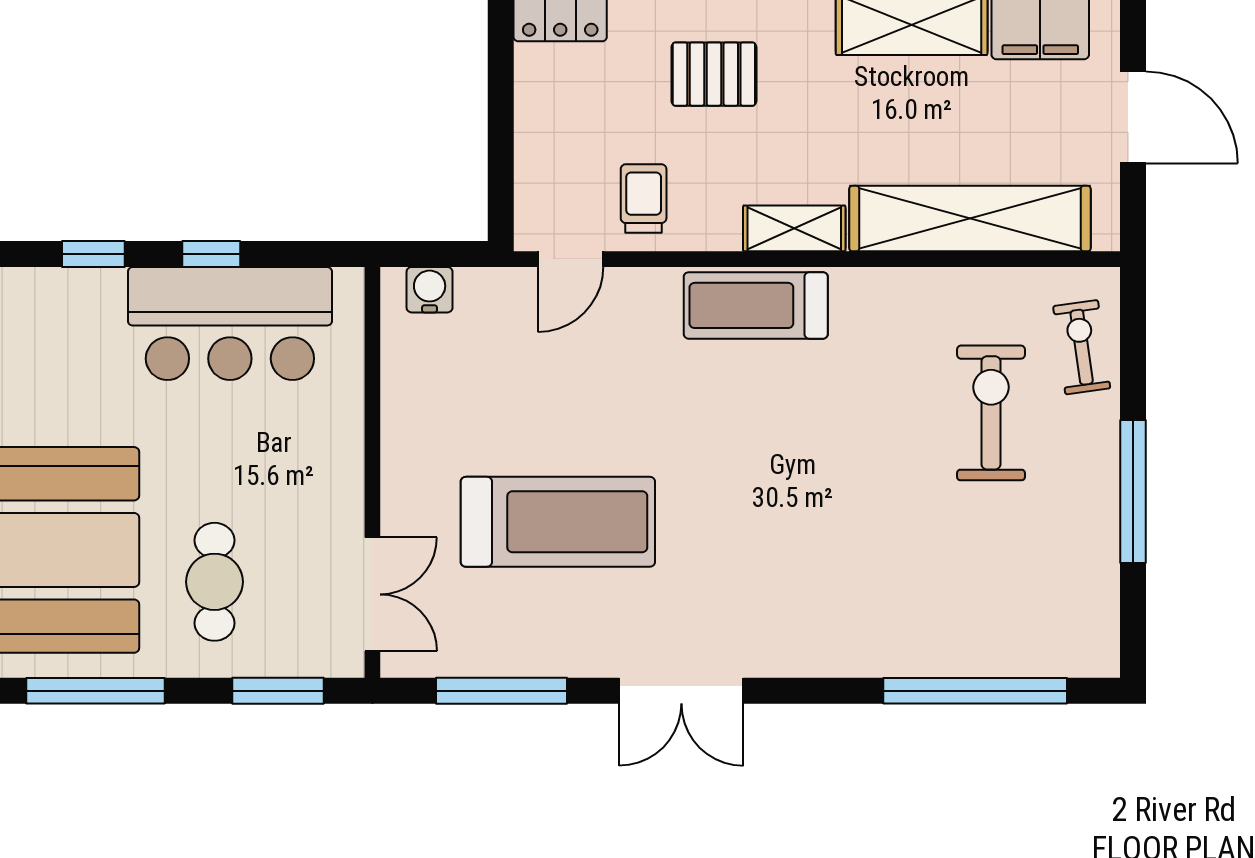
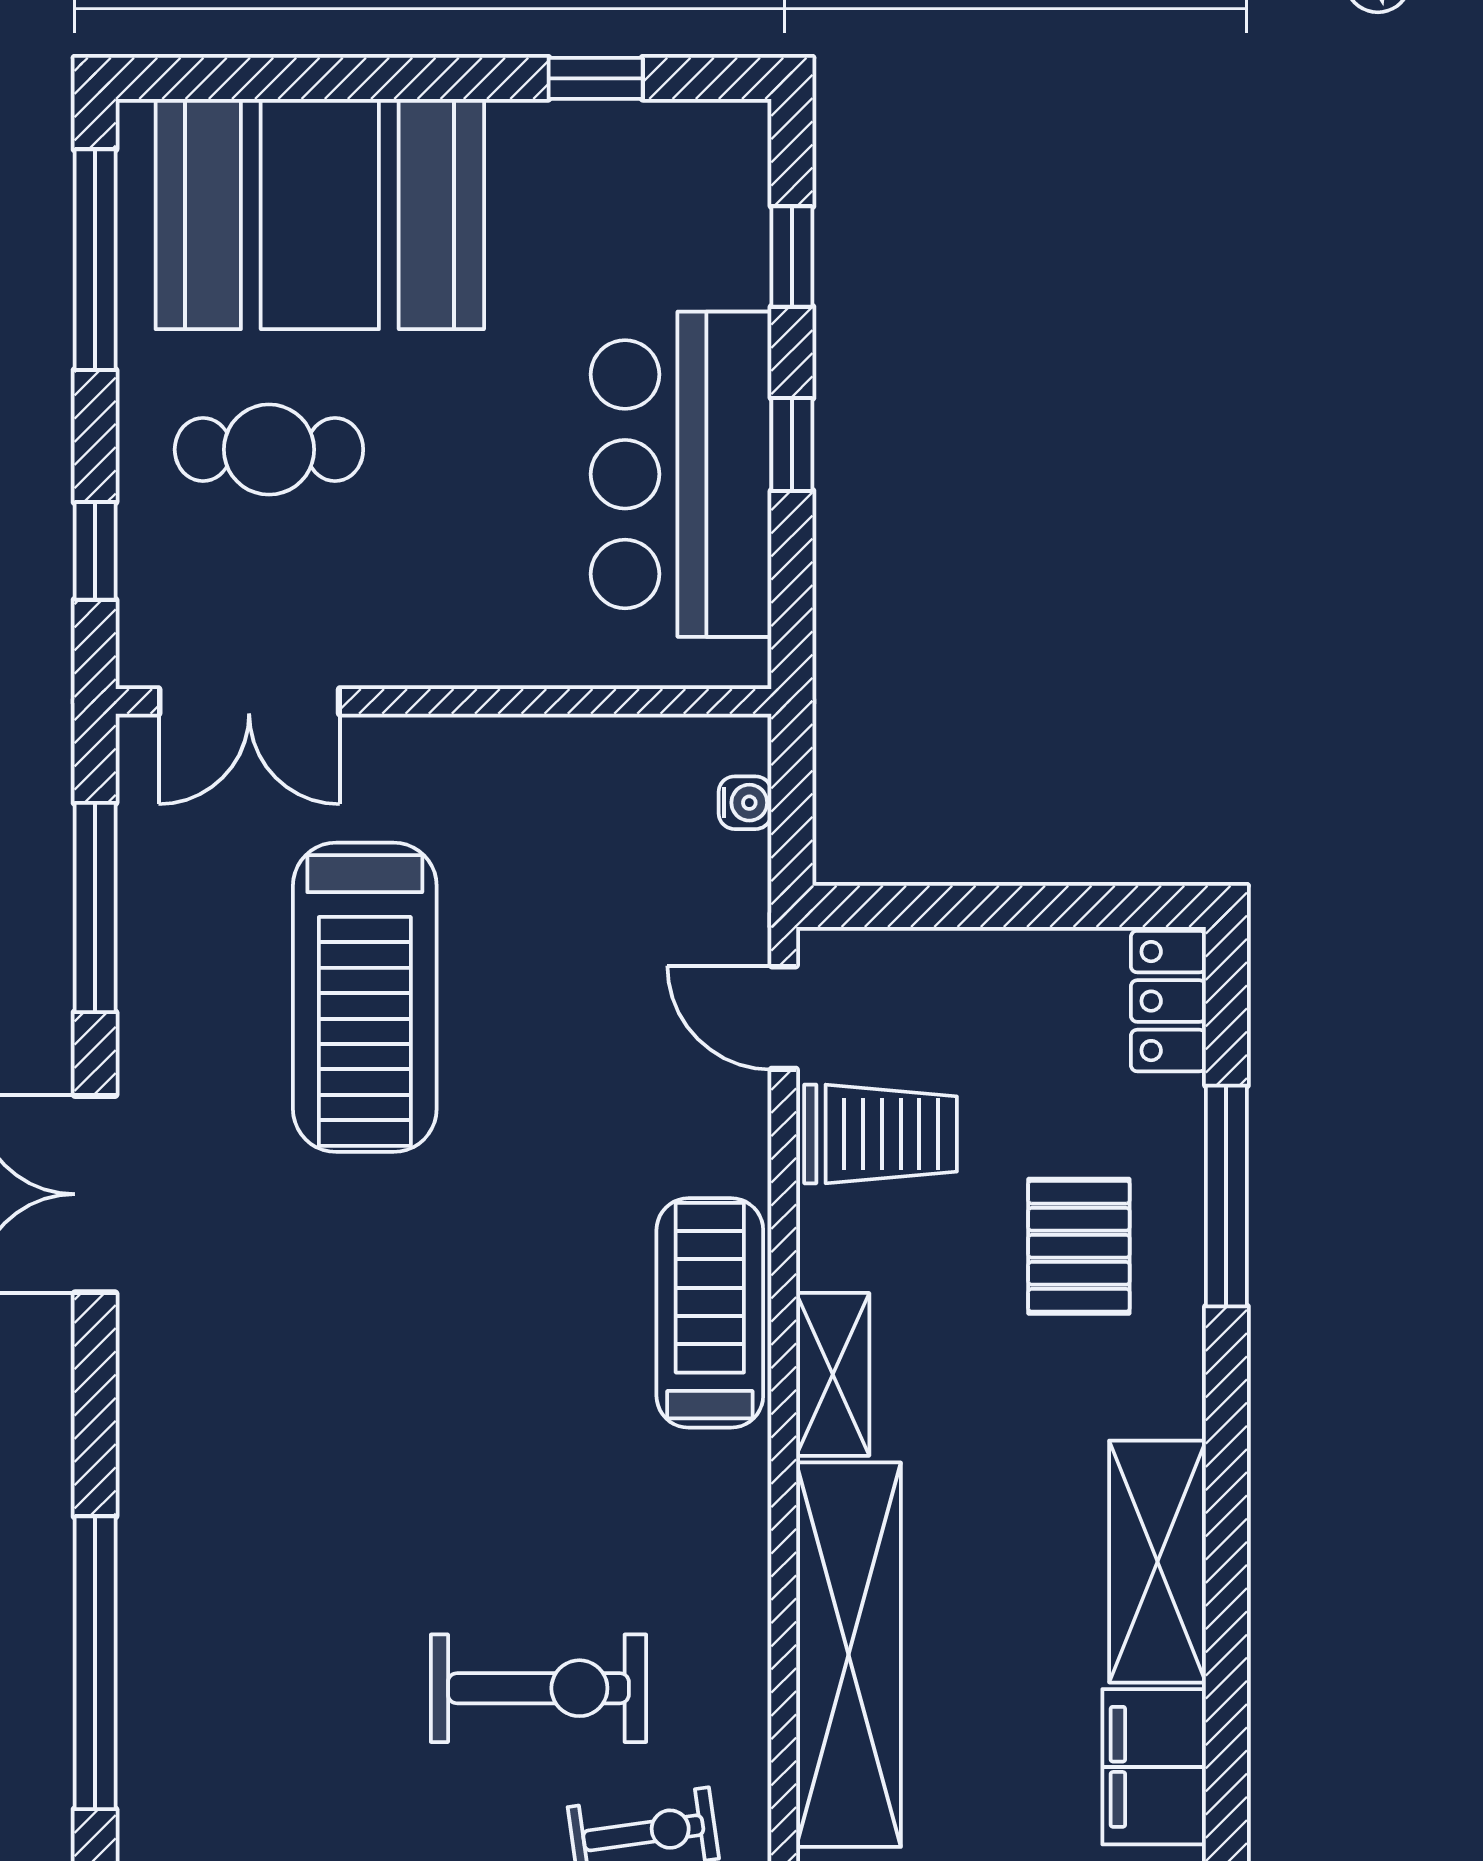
trolley: (644, 198) -> (881, 1134), width x1.36, depth x1.39
water cooler: (430, 290) -> (745, 803), width x0.72, depth x0.72
window: (278, 691) -> (95, 551), width x0.67

